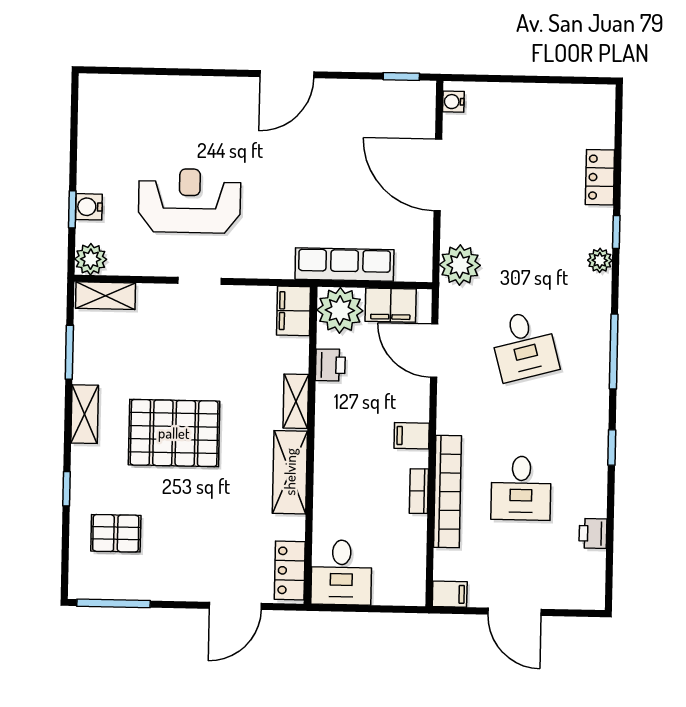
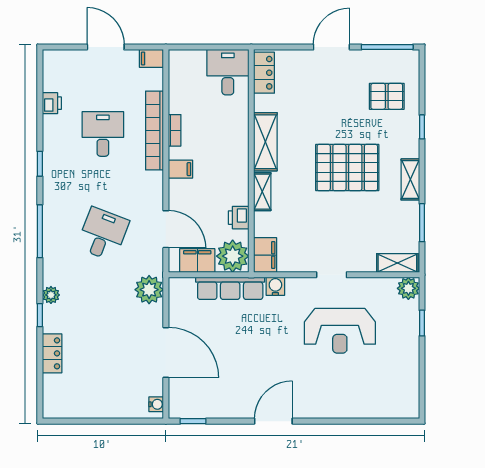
water cooler: (89, 207) -> (275, 286), moved, turned -90
desk: (524, 346) -> (103, 234), turned 36
door: (235, 606) -> (331, 47), moved

